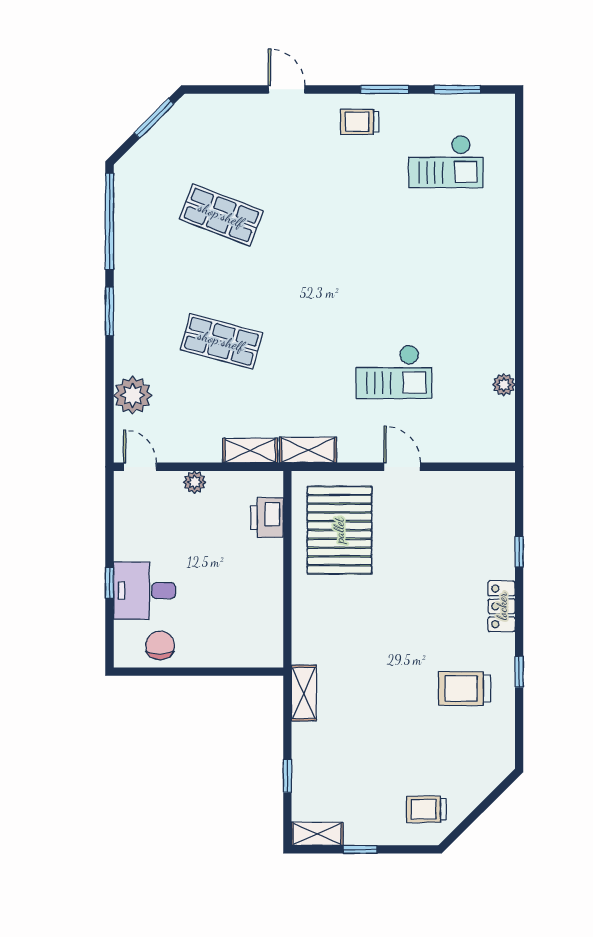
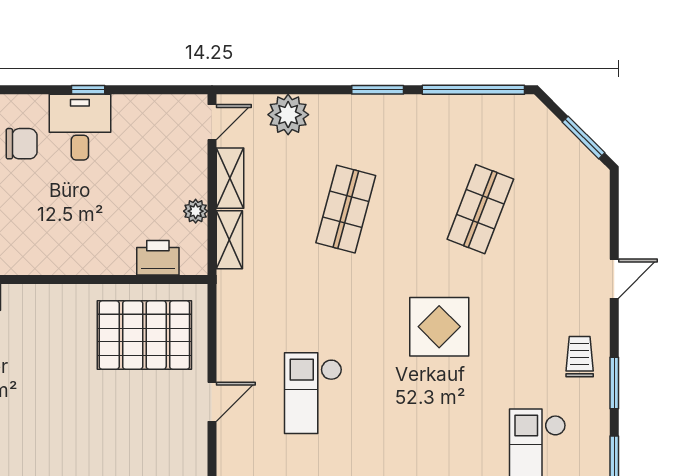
display table: (332, 254) -> (439, 327), added
shelving: (308, 450) -> (230, 178), moved
plant: (195, 482) -> (196, 211), moved

